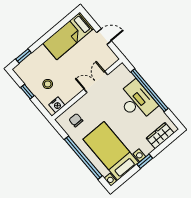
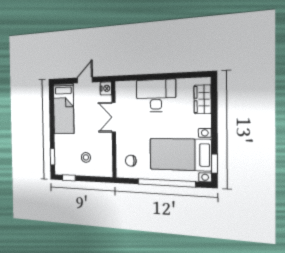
window: (149, 90) -> (156, 77), removed
window: (27, 92) -> (69, 178), moved
nightstand: (57, 105) -> (106, 88), moved
window: (145, 161) -> (214, 164), moved

